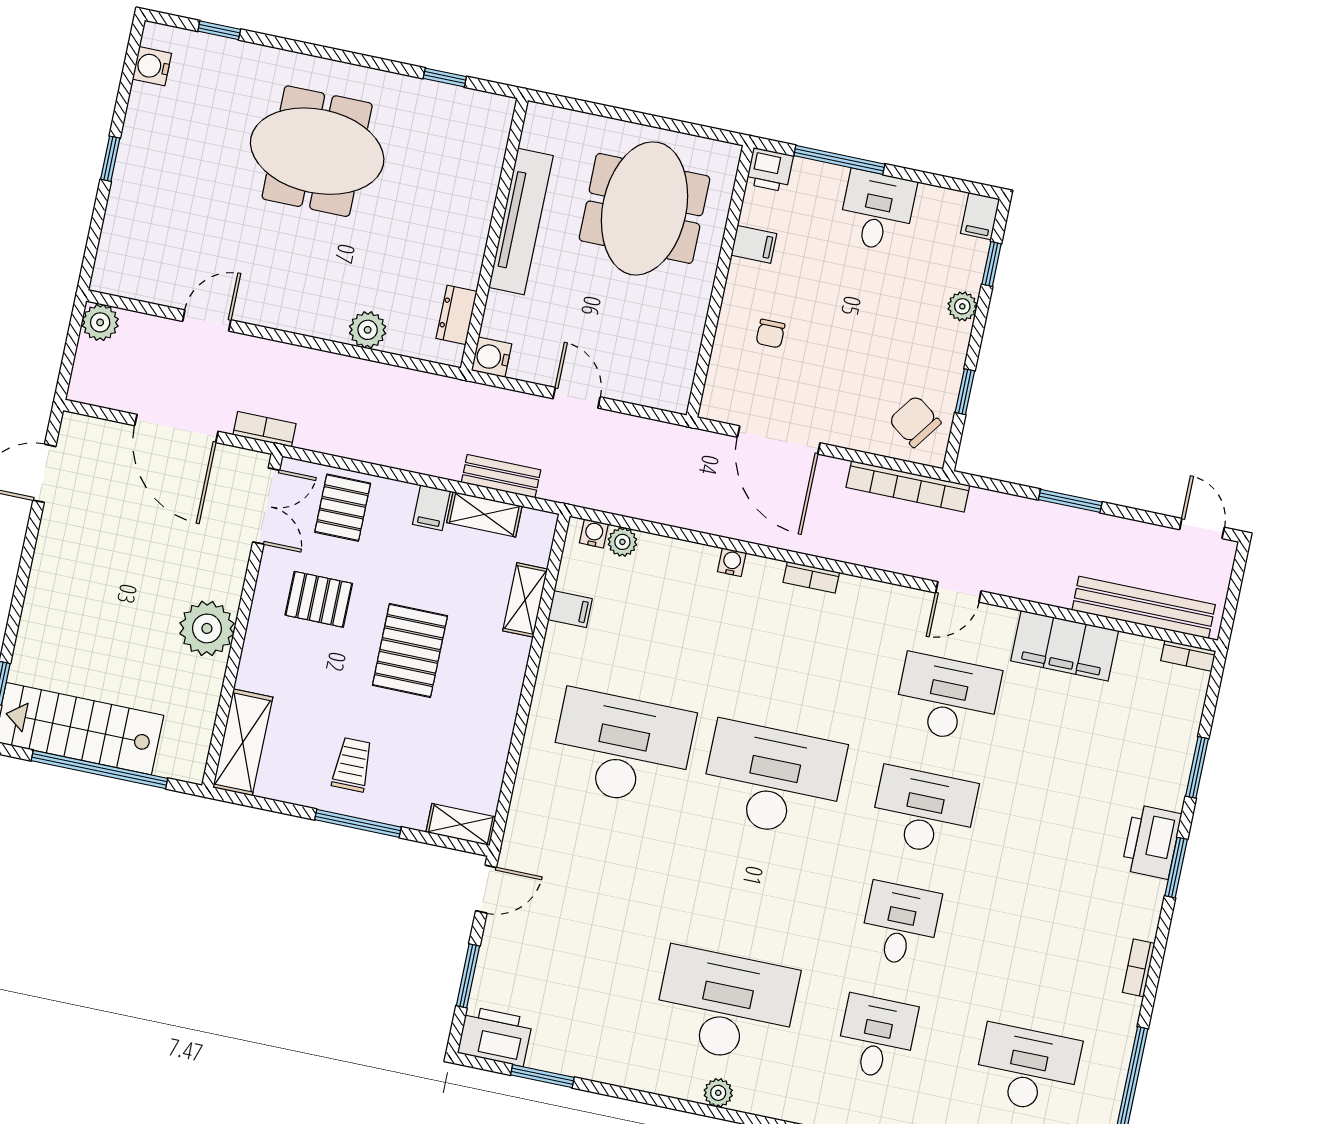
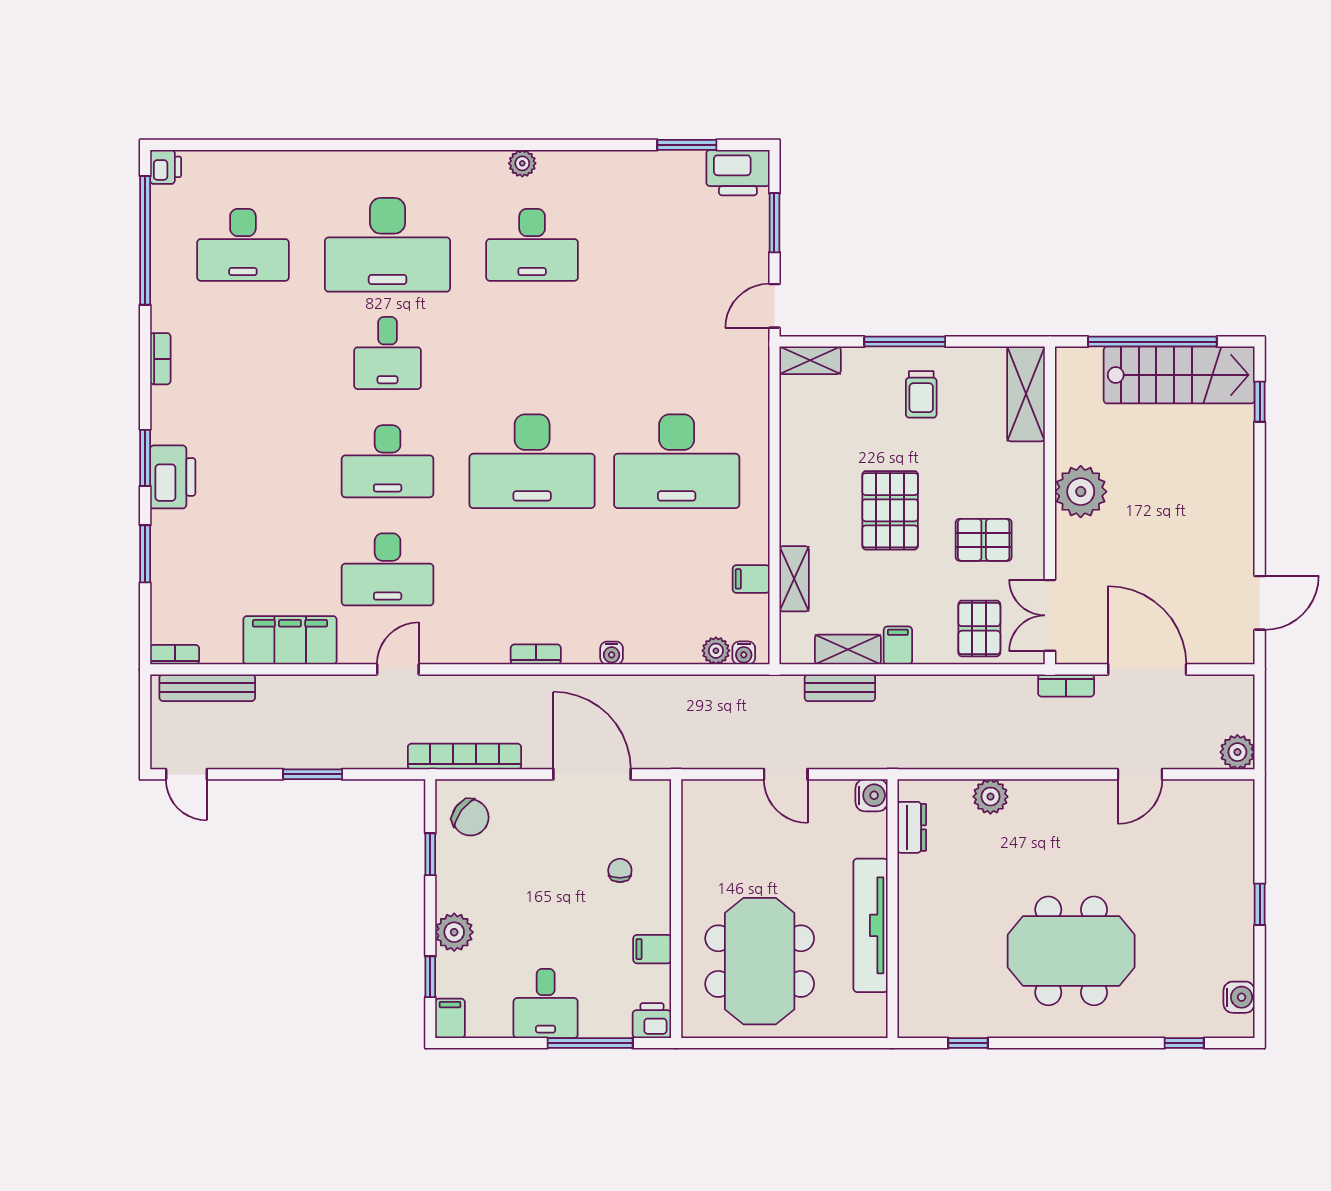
plant: (962, 306) -> (454, 932), width x1.38, depth x1.38
bench: (1144, 607) -> (207, 688), width x0.73, depth x0.82
desk: (726, 1006) -> (532, 245), width x0.73, depth x0.77
desk: (877, 1037) -> (388, 245), width x1.87, depth x1.30

